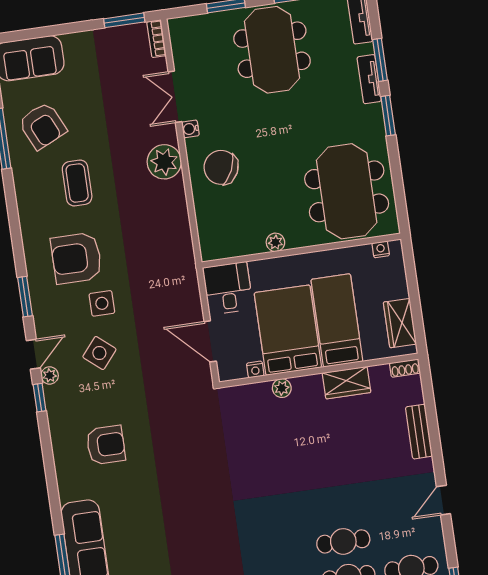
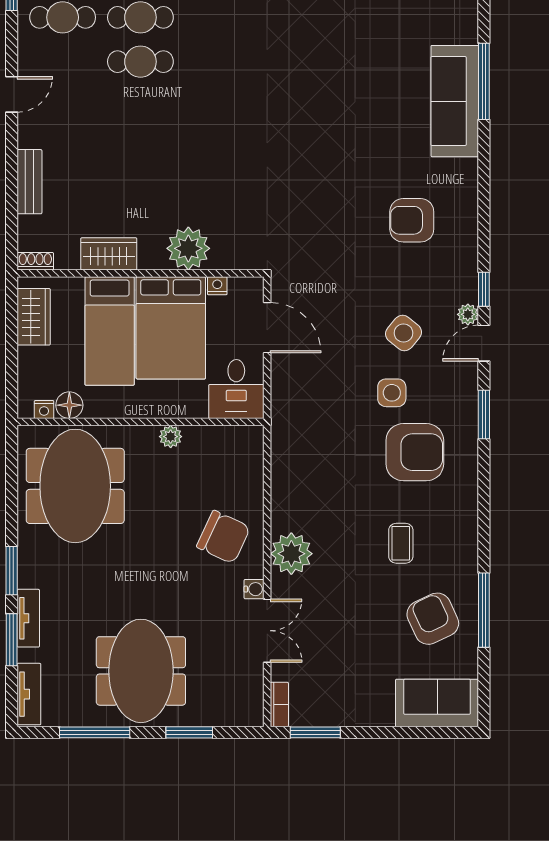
coffee table: (77, 183) -> (401, 543), width x0.73, depth x0.77
floor lamp: (361, 256) -> (69, 405), added
plant: (282, 388) -> (188, 248), width x1.88, depth x1.88

